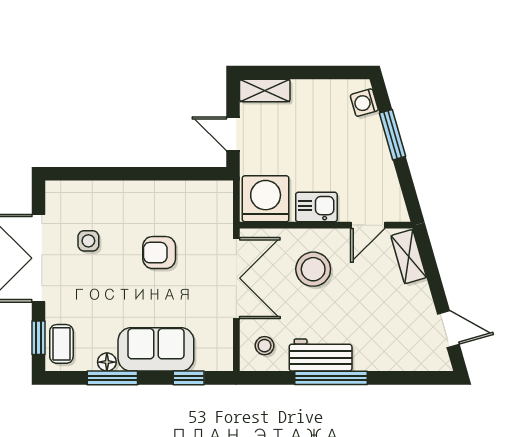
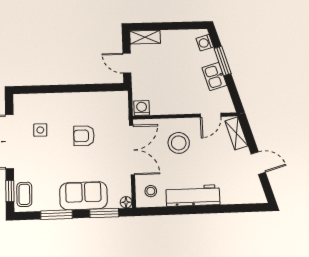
washing machine: (266, 199) -> (142, 108), width x0.53, depth x0.53
kitchen sink: (316, 207) -> (214, 76), moved, turned -106
door: (448, 329) -> (258, 163), moved
workbench: (321, 355) -> (193, 196), width x1.38
floor lamp: (107, 362) -> (126, 202), moved
window: (189, 378) -> (104, 213), width x1.50
window: (331, 378) -> (193, 210), removed

